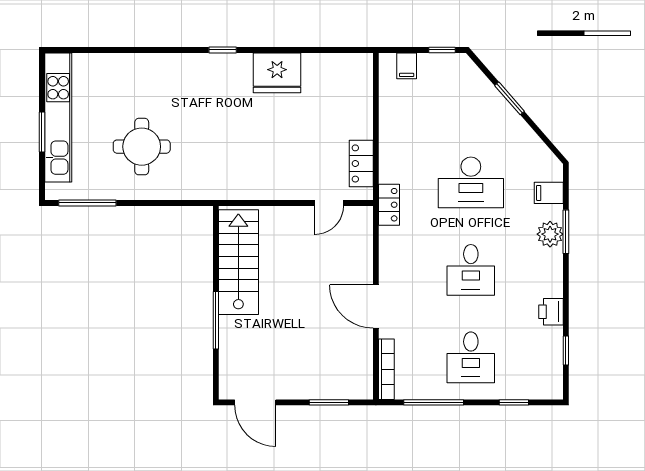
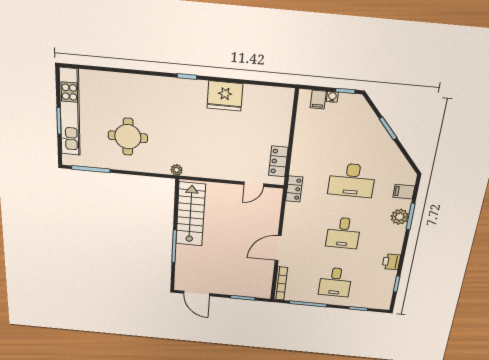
water cooler: (426, 60) -> (332, 97), added
plant: (214, 192) -> (177, 170), added
door: (376, 306) -> (278, 248), hinge flipped

